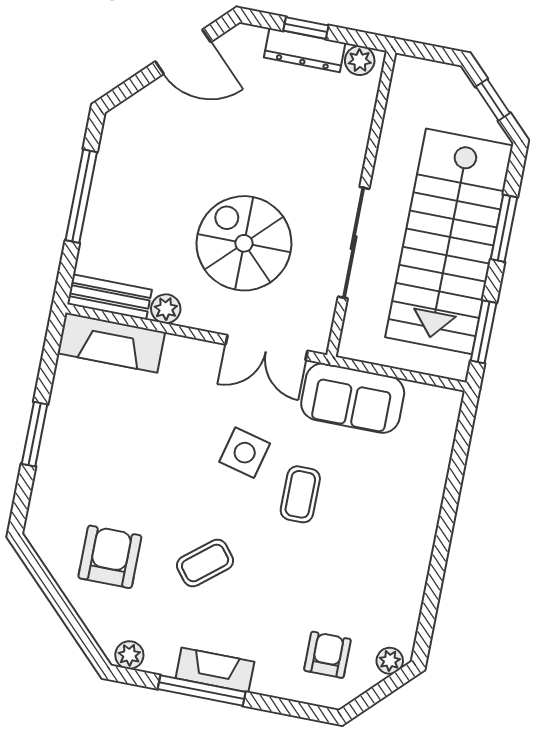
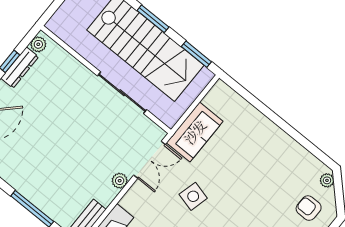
spiral stairs: (244, 243) -> (95, 144), removed
plant: (166, 309) -> (120, 181), moved
coffee table: (300, 494) -> (227, 181), removed

